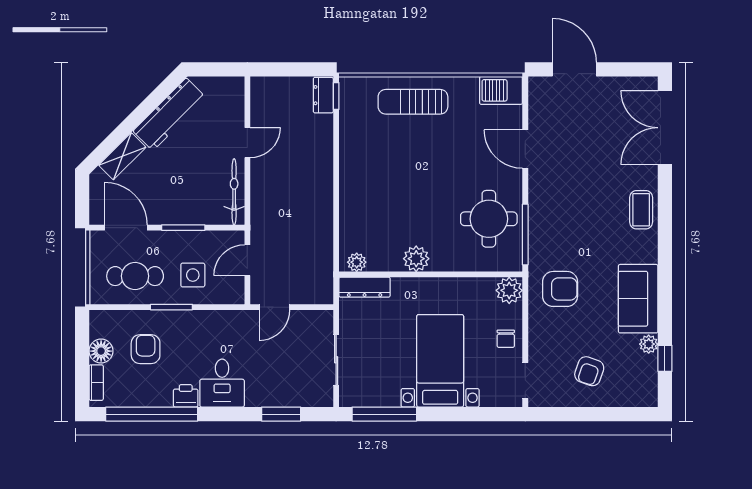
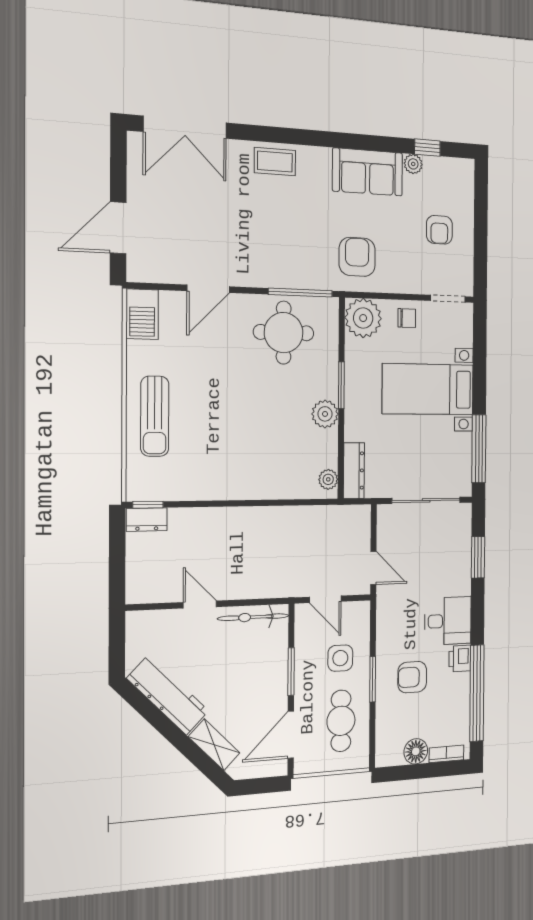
window: (442, 274) -> (341, 385), added
plant: (509, 290) -> (363, 318), width x1.36, depth x1.36
armchair: (146, 349) -> (412, 677), moved
sliding door: (336, 360) -> (426, 500), width x1.37
armchair: (589, 371) -> (439, 230), turned 71

